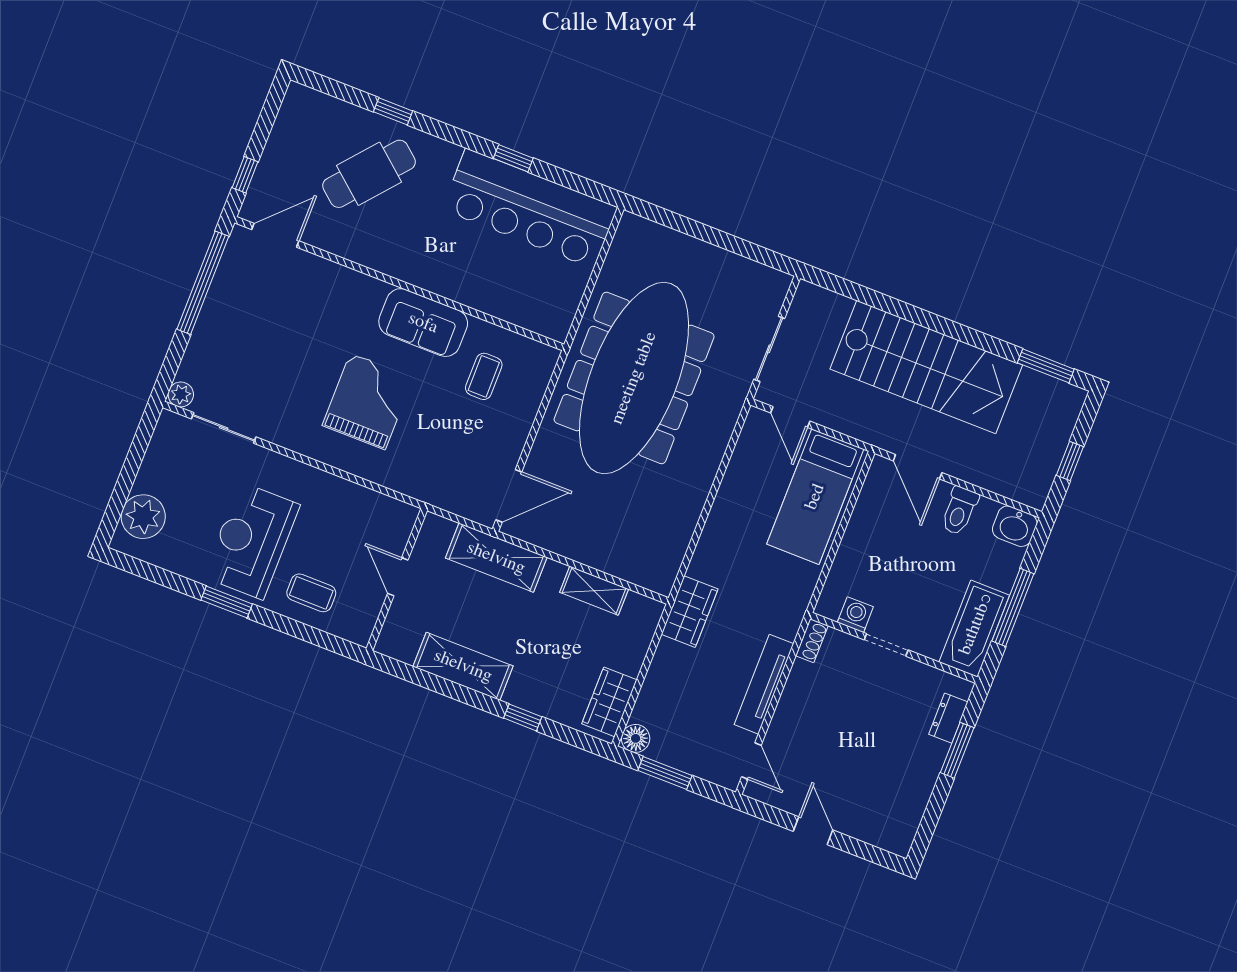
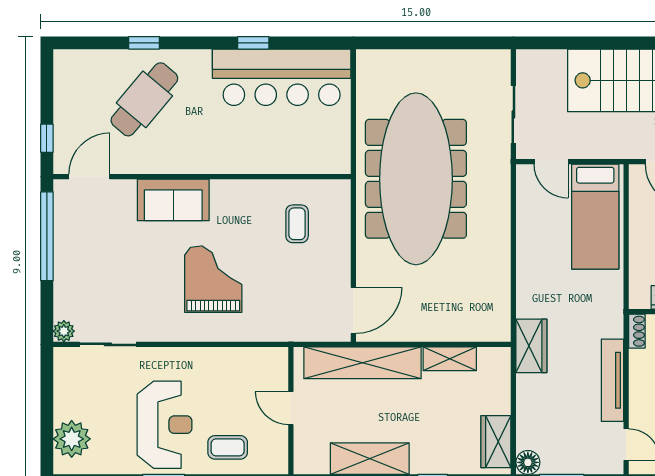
sofa: (423, 323) -> (173, 200), moved
reception desk: (252, 541) -> (165, 425), turned 180
shelving: (496, 558) -> (363, 363), width x1.47

